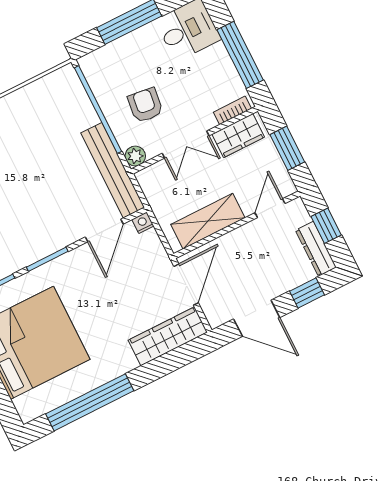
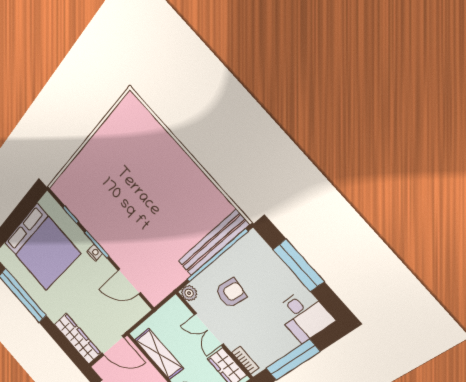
bench: (113, 170) -> (213, 243), moved
nightstand: (143, 223) -> (95, 253), moved

